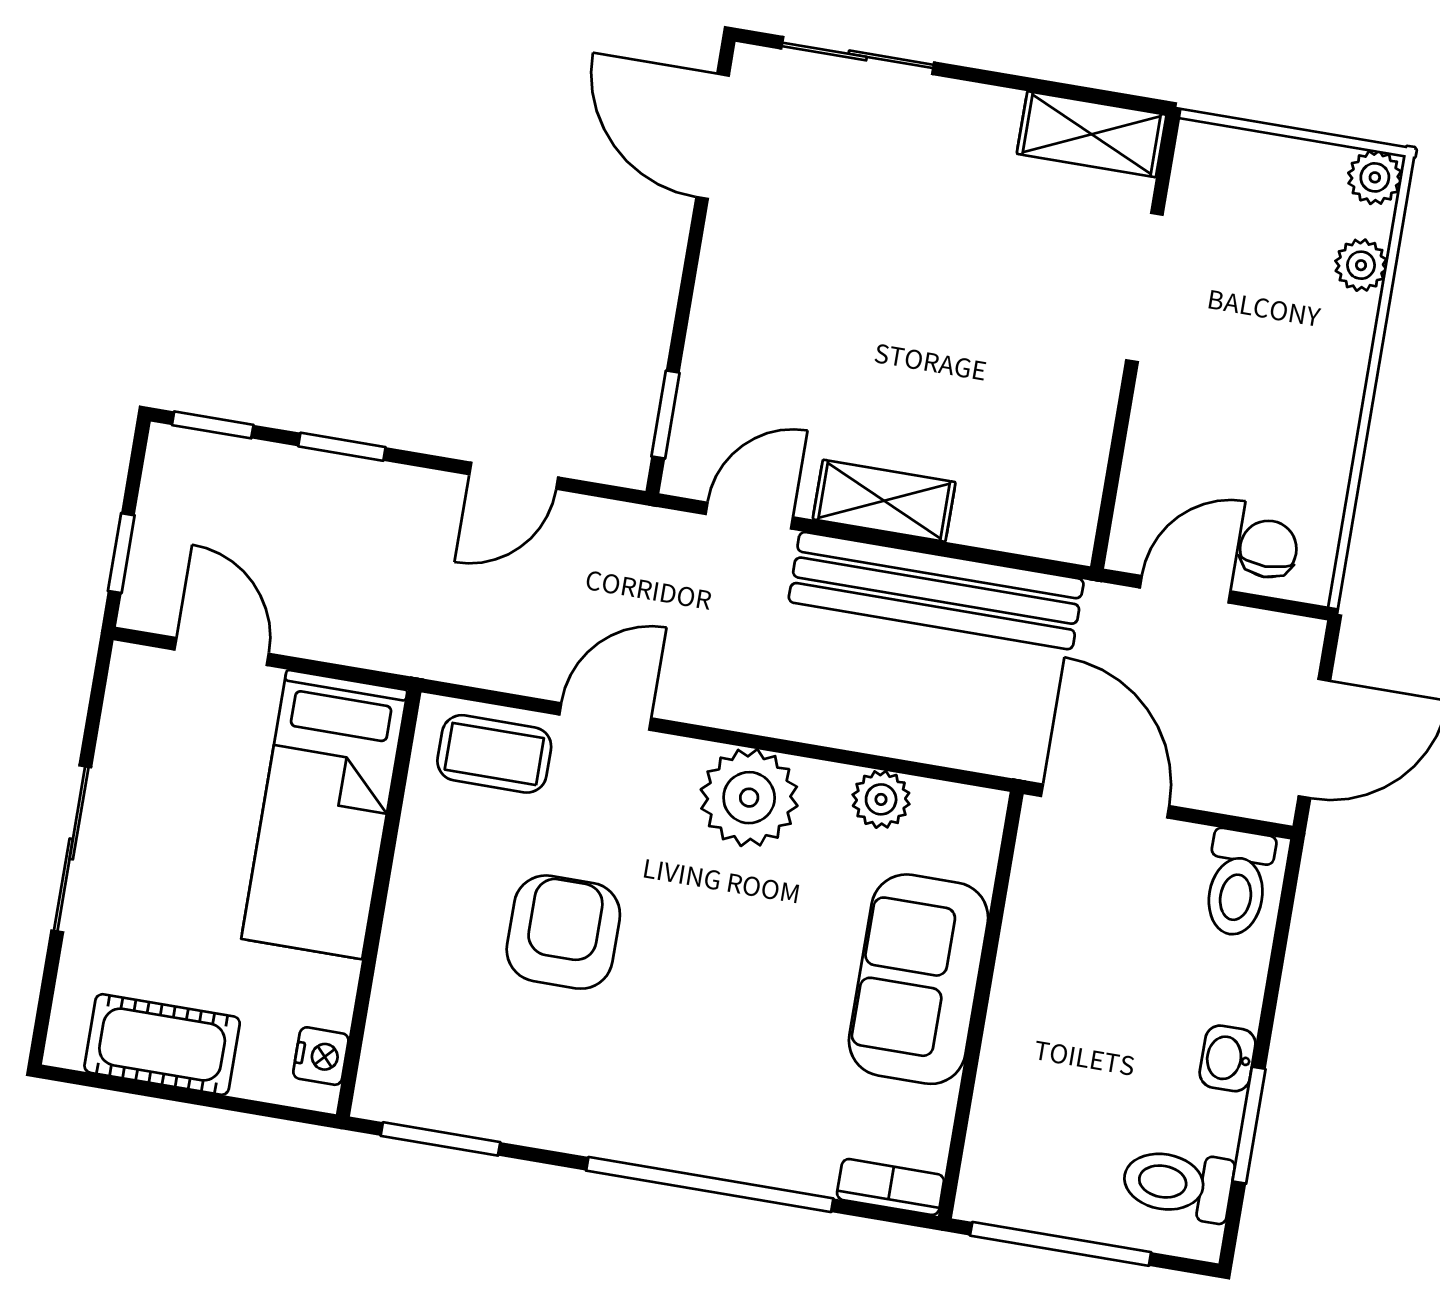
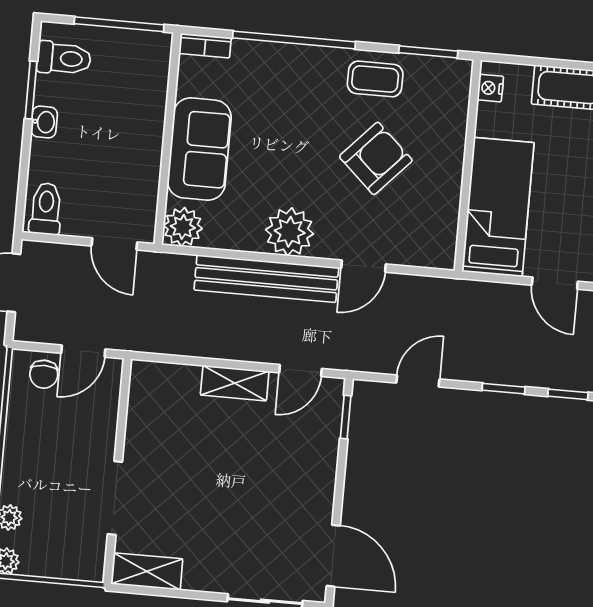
bench: (936, 591) -> (266, 279), moved
coffee table: (494, 754) -> (375, 79), moved
plant: (881, 799) -> (183, 227), moved, width x1.38, depth x1.38
door: (1105, 801) -> (114, 244), width x0.73
armchair: (563, 932) -> (376, 158), turned -137

